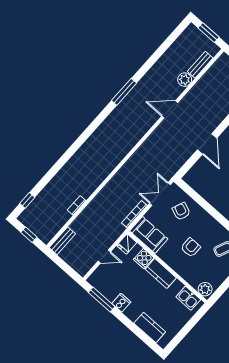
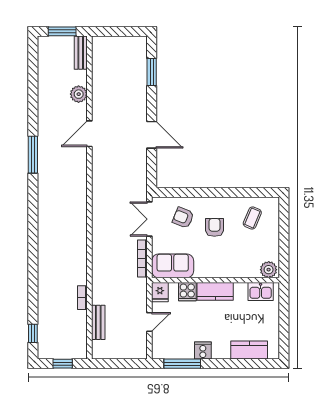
bench: (200, 65) -> (81, 53), moved
bench: (62, 241) -> (98, 322), moved
armchair: (191, 247) -> (214, 227), moved

